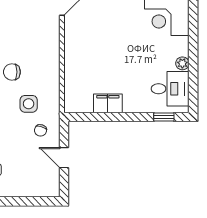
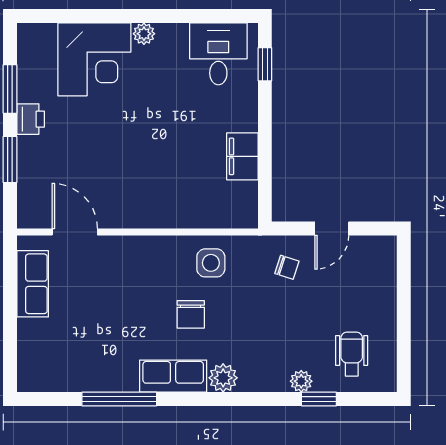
plant: (182, 63) -> (144, 34), moved
side table: (29, 104) -> (211, 263), moved

